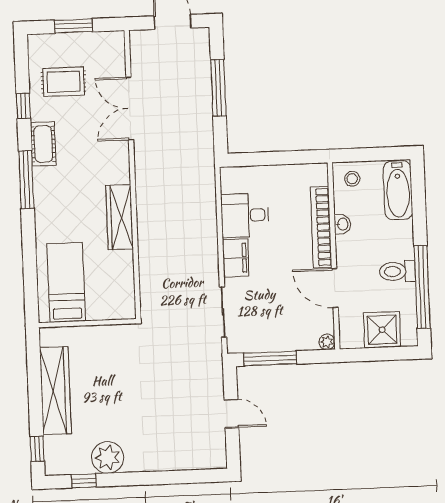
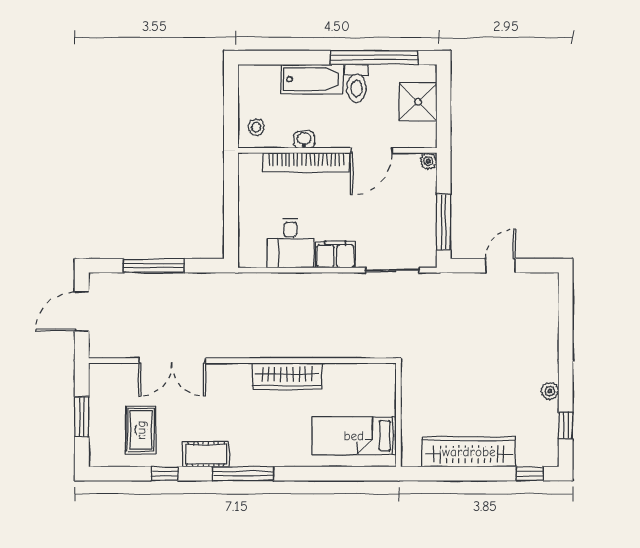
bathtub: (398, 190) -> (312, 79), moved
plant: (108, 457) -> (550, 391), width x0.53, depth x0.53

